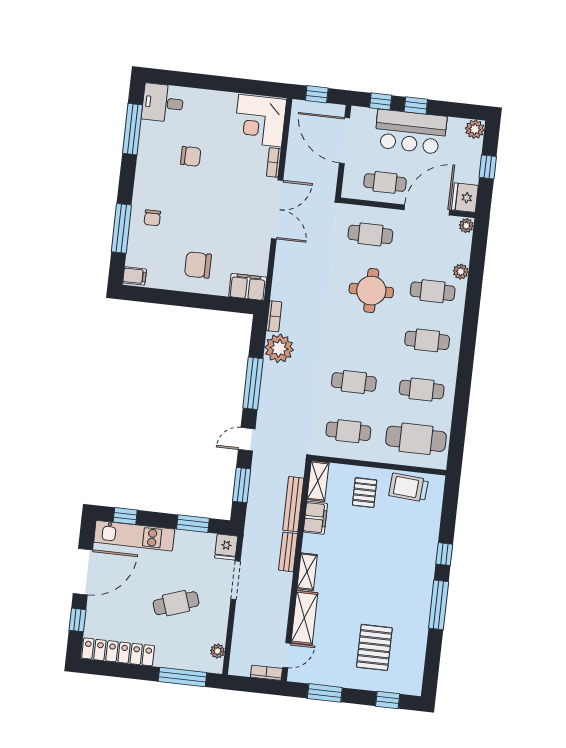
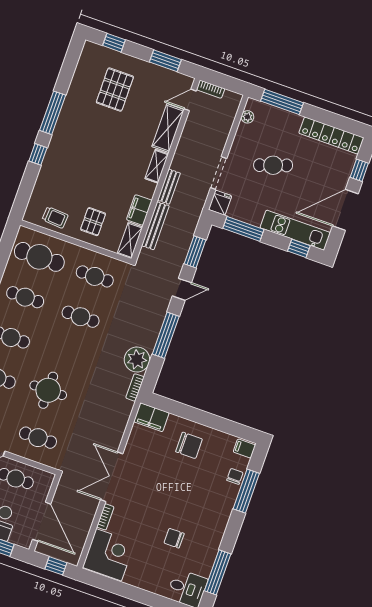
chair: (152, 218) -> (235, 476), moved
trolley: (409, 487) -> (55, 217), width x0.73, depth x0.72
window: (193, 524) -> (243, 229), width x1.44

